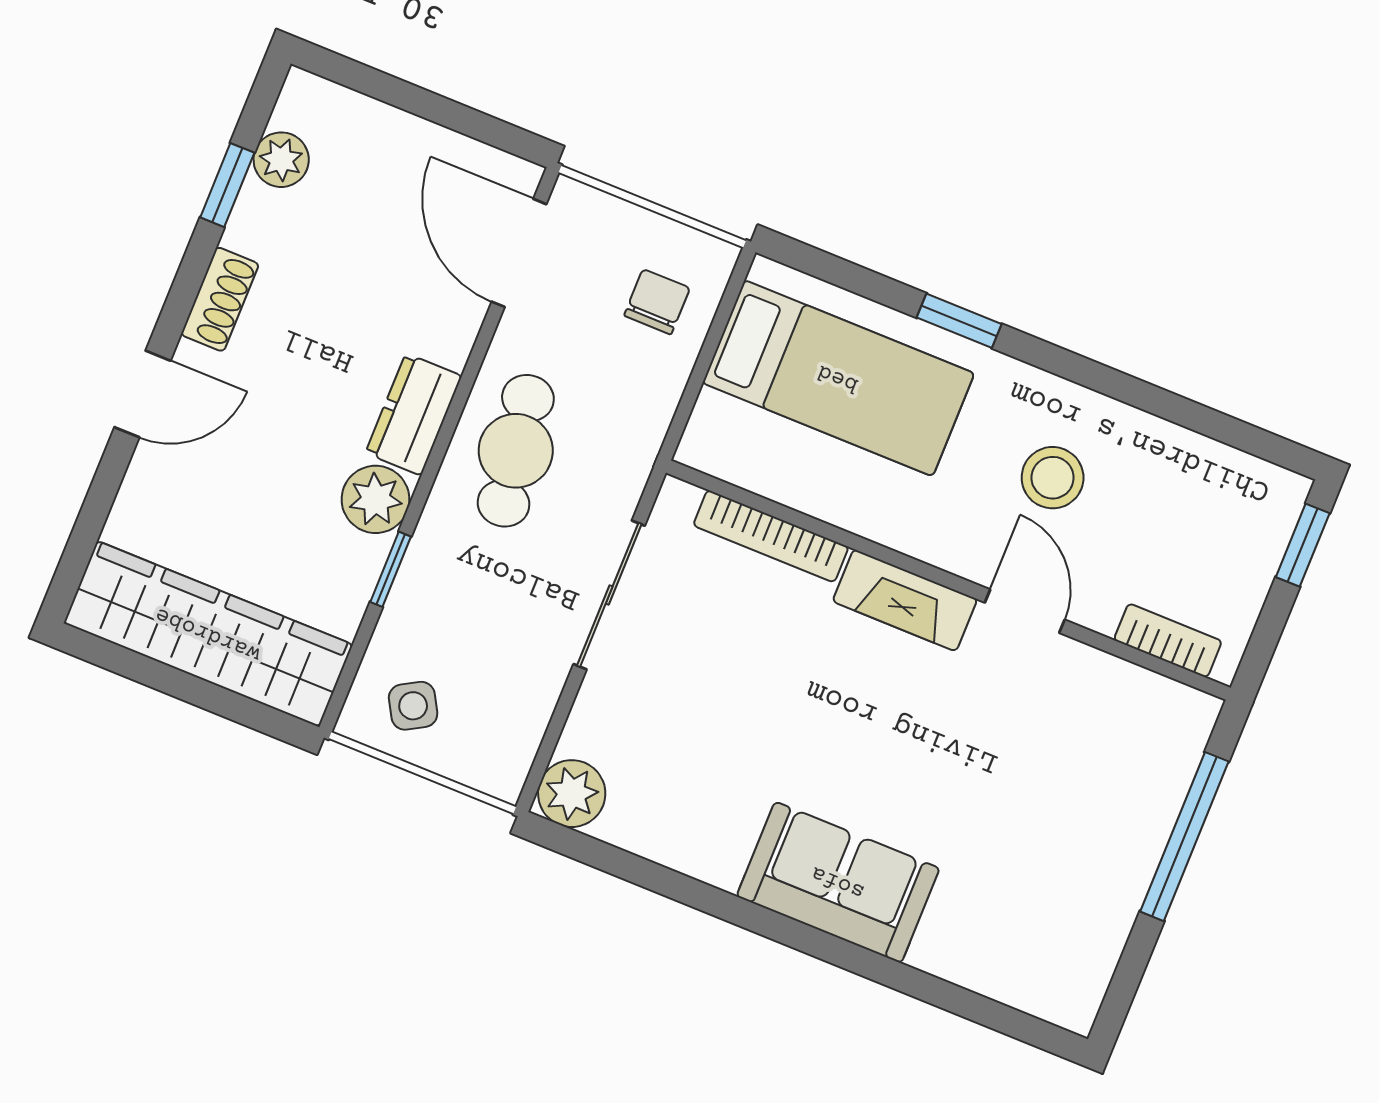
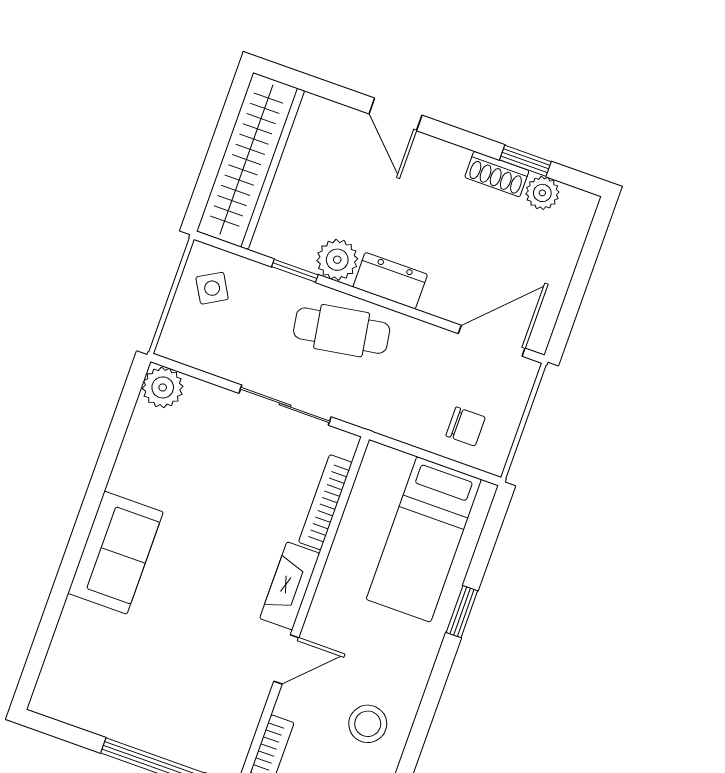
shoe rack: (220, 299) -> (497, 174), moved
cafe table: (516, 451) -> (342, 331), moved
stool: (1053, 478) -> (368, 724), moved

